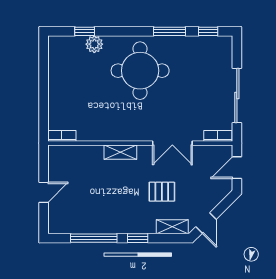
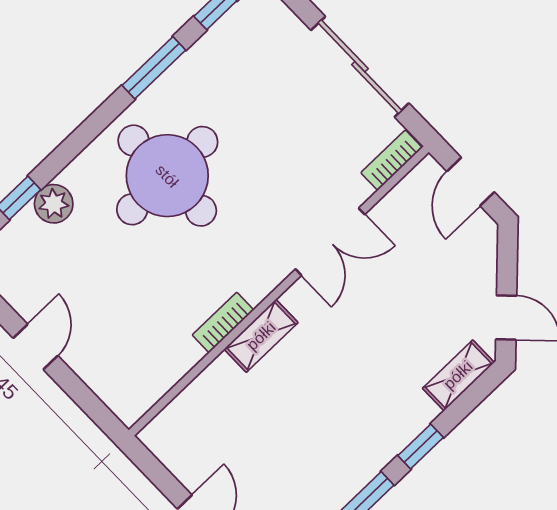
door: (44, 85) -> (35, 347), added
bookcase: (62, 136) -> (223, 322), moved
pallet: (162, 192) -> (388, 335), removed

